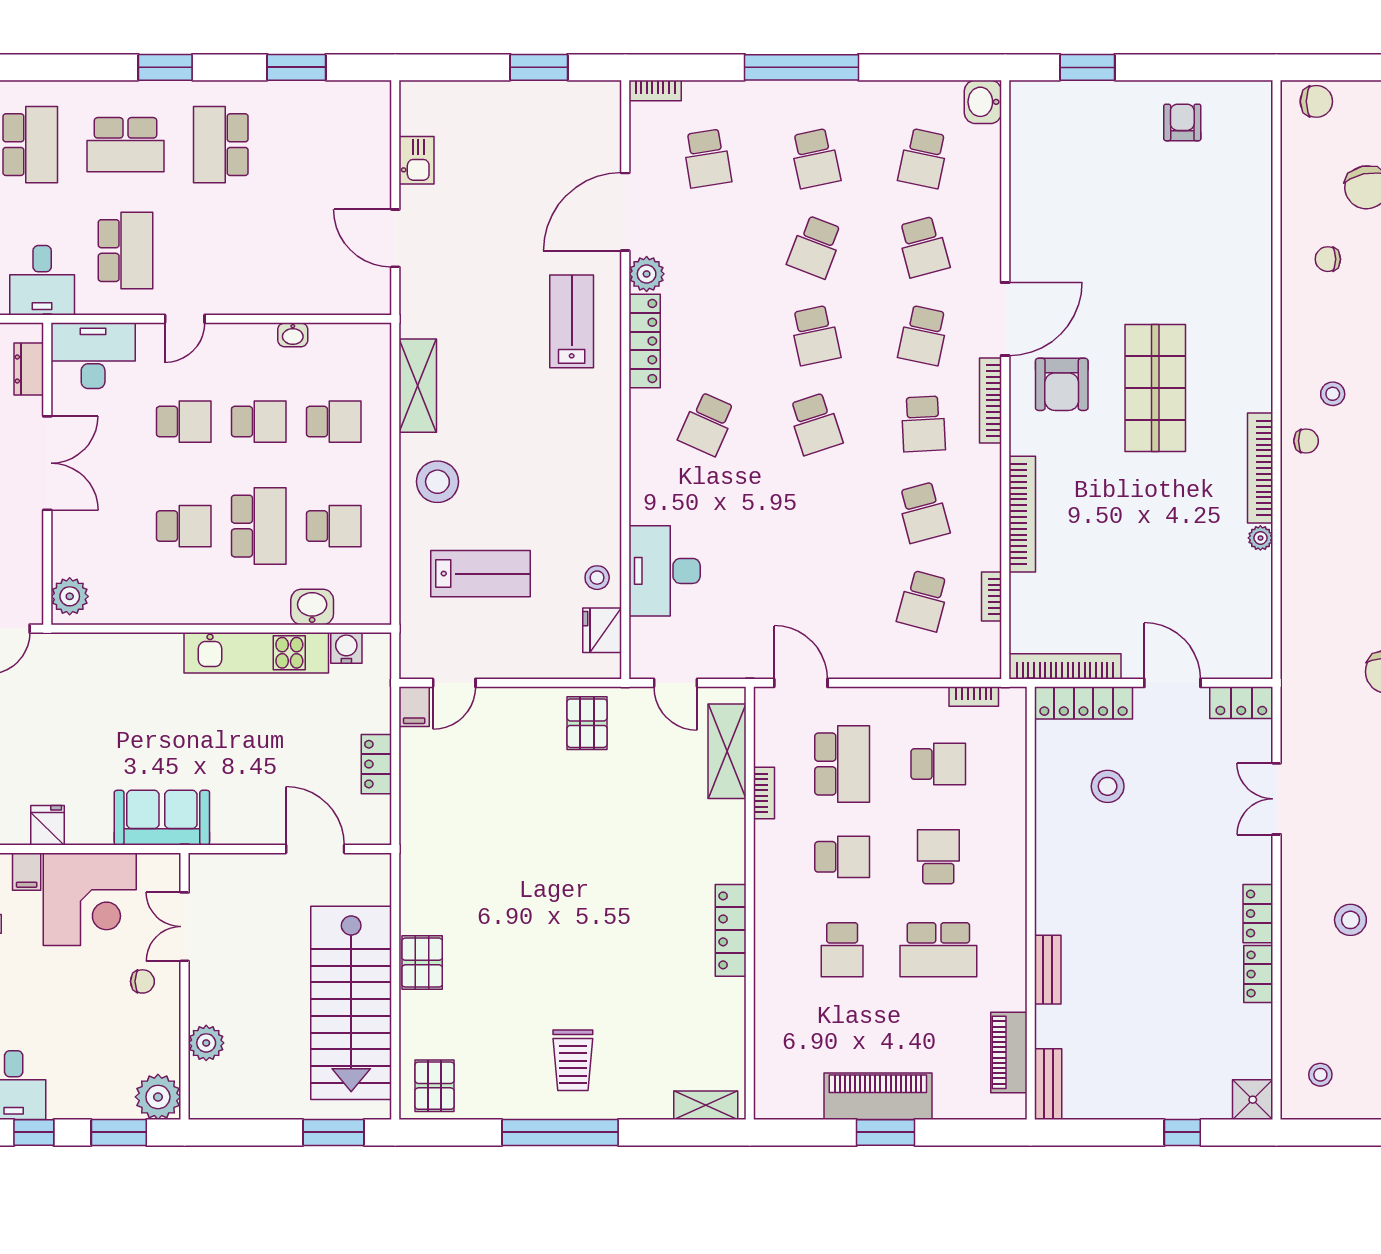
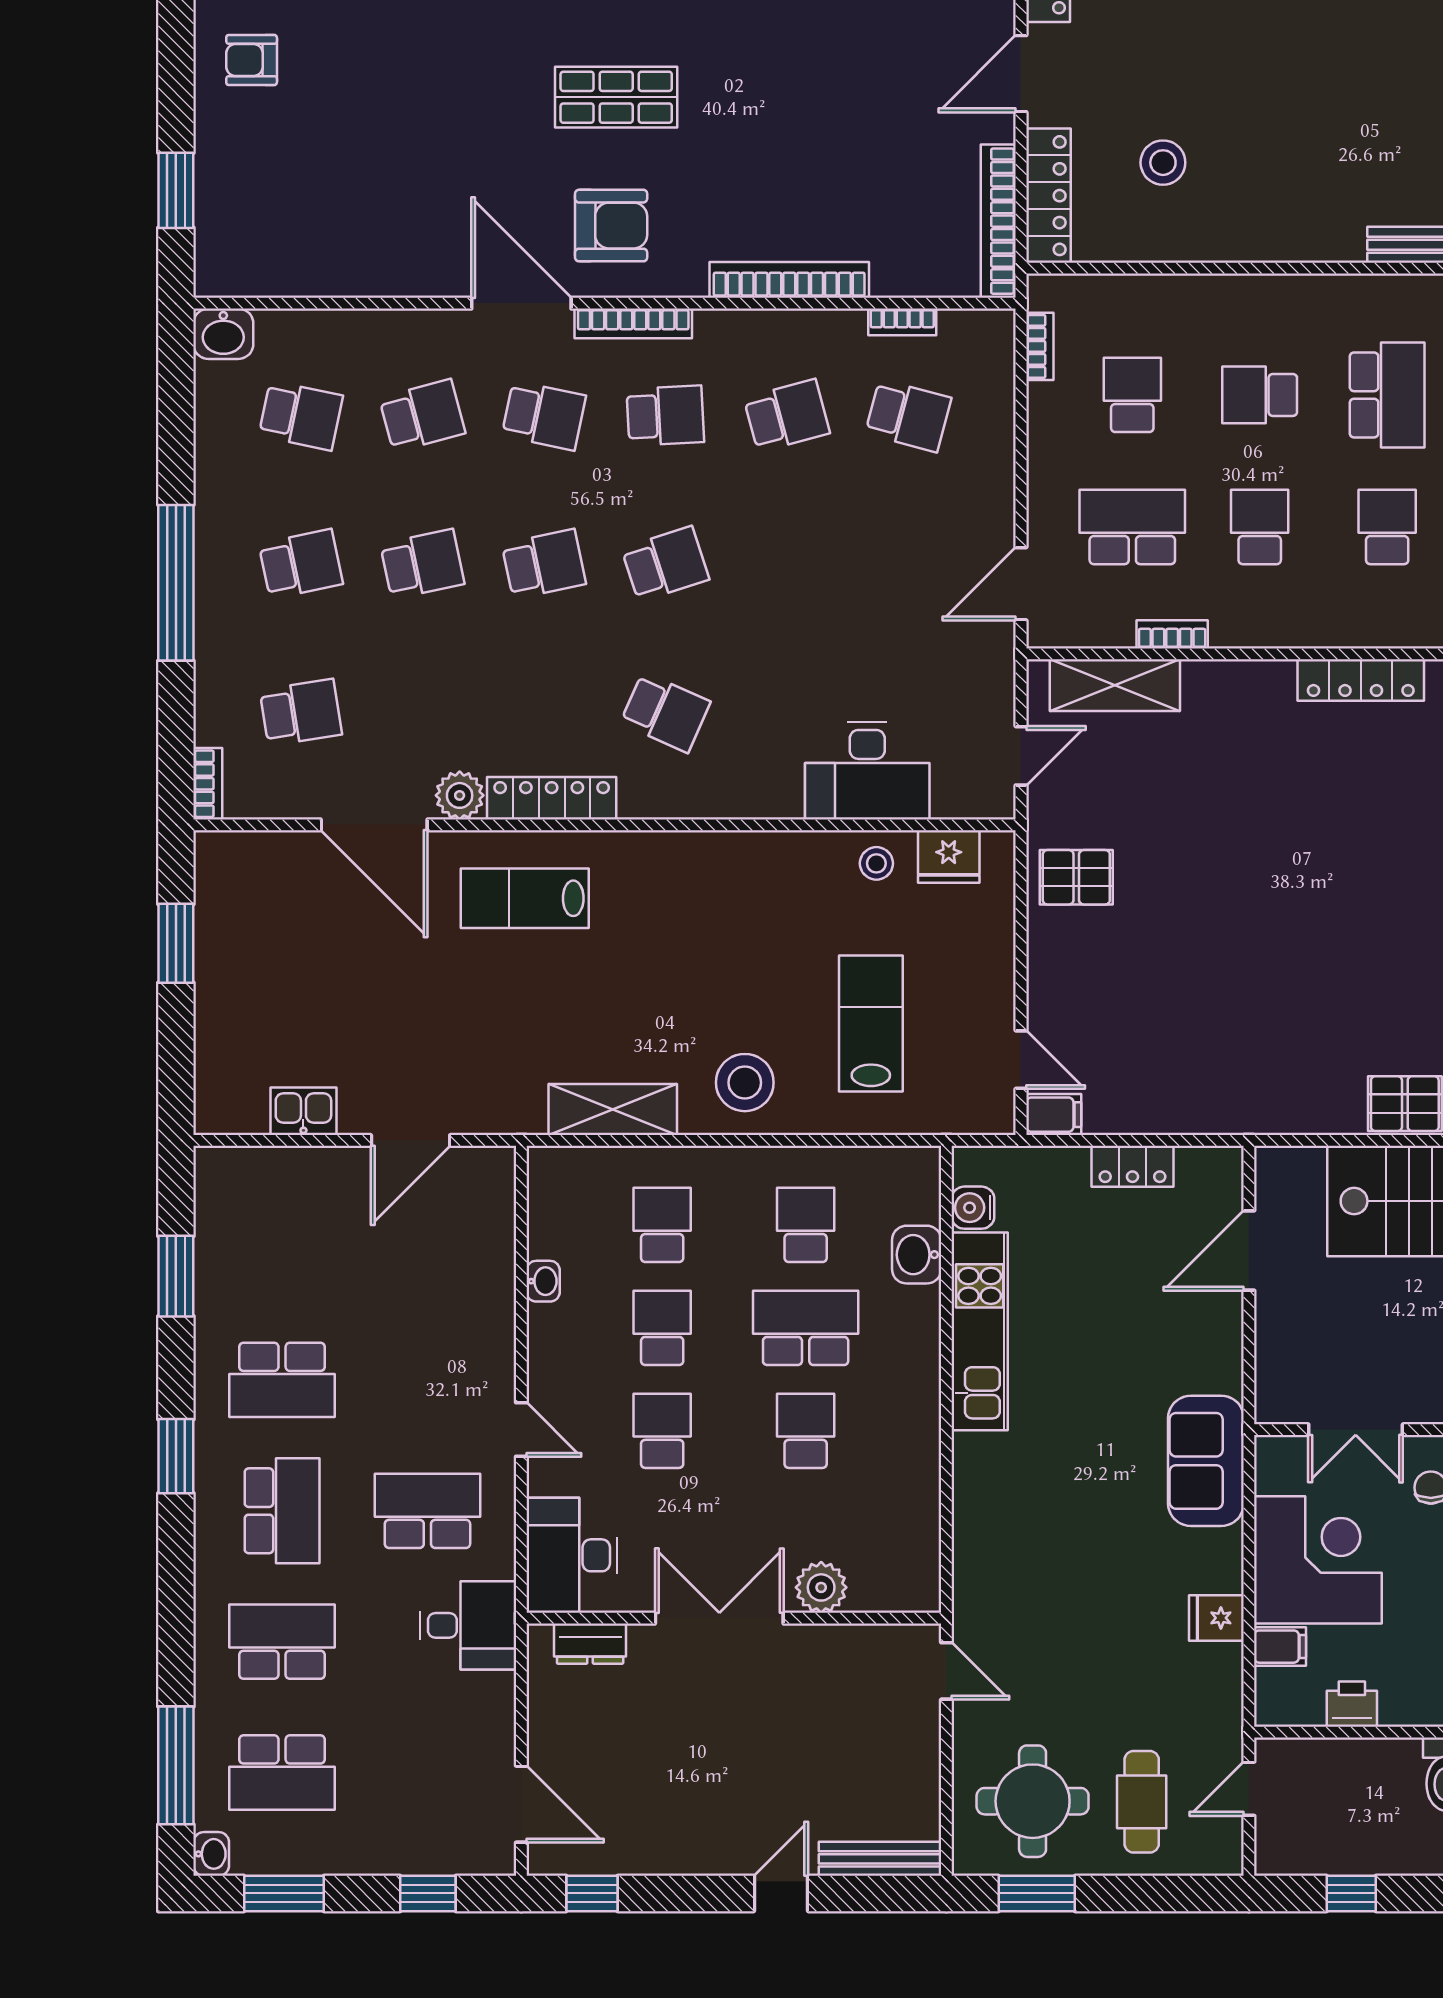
school desk: (815, 247) -> (422, 564), turned -33
shop shelf: (1155, 388) -> (616, 97), width x0.70, depth x0.74
plant: (70, 596) -> (821, 1587), moved
school desk: (842, 950) -> (1387, 527), turned -90

